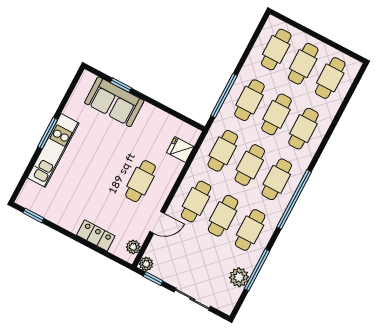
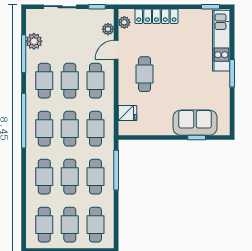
kitchen unit: (53, 150) -> (221, 41), moved
locker: (96, 236) -> (156, 16), width x1.53
plant: (146, 264) -> (108, 29), moved

